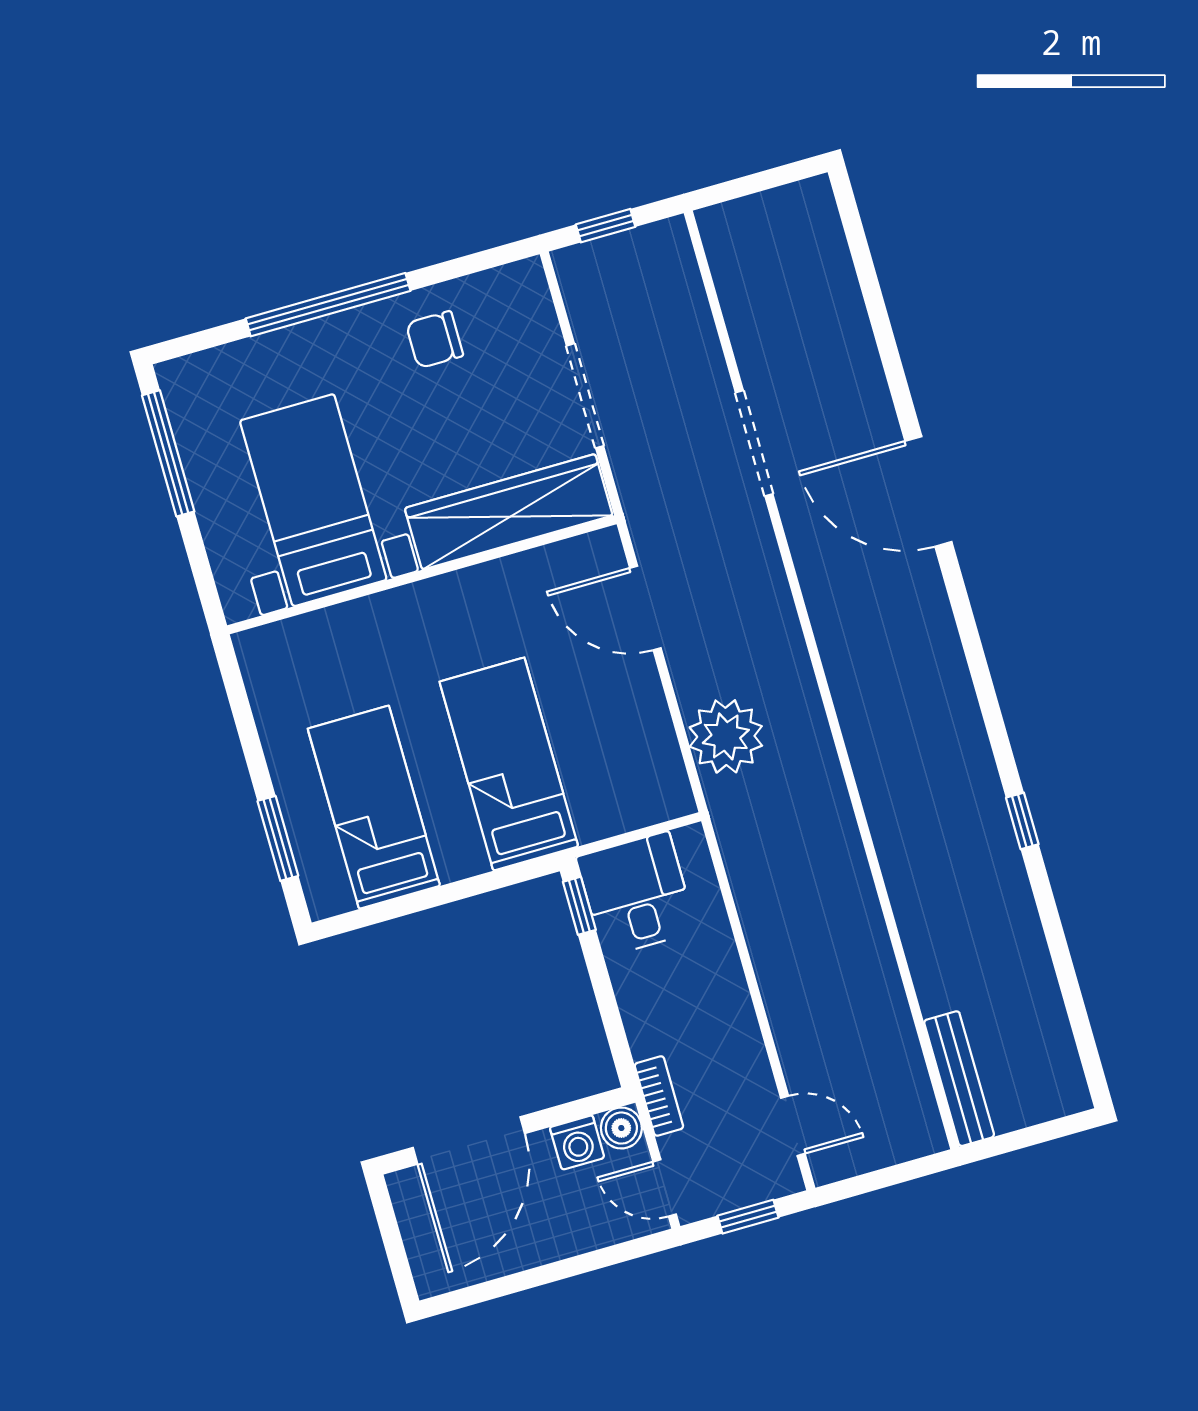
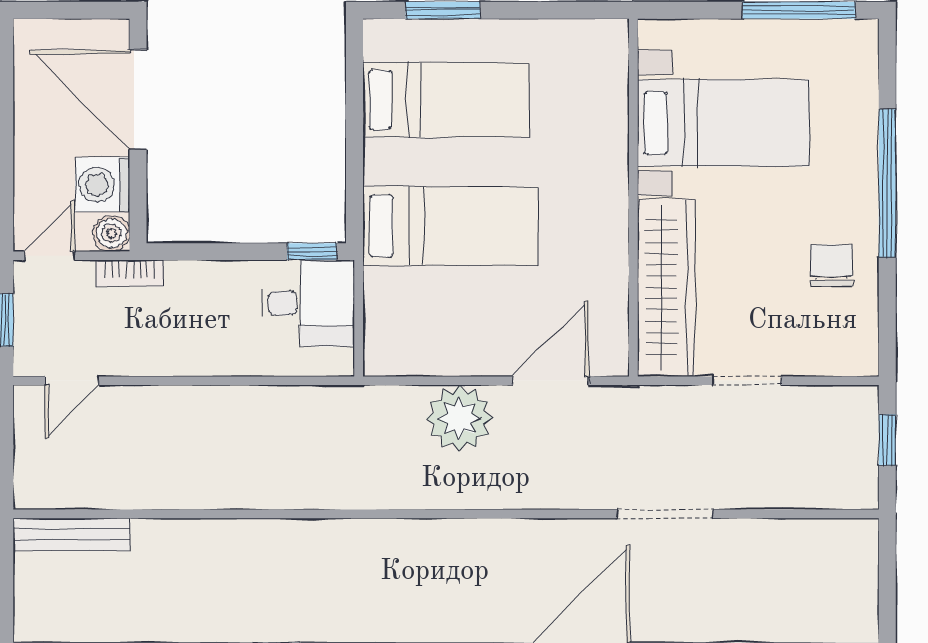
doorway: (585, 396) -> (747, 381), width x0.73
plant: (726, 736) -> (459, 418), moved
washing machine: (577, 1143) -> (102, 185), width x1.38, depth x1.38

